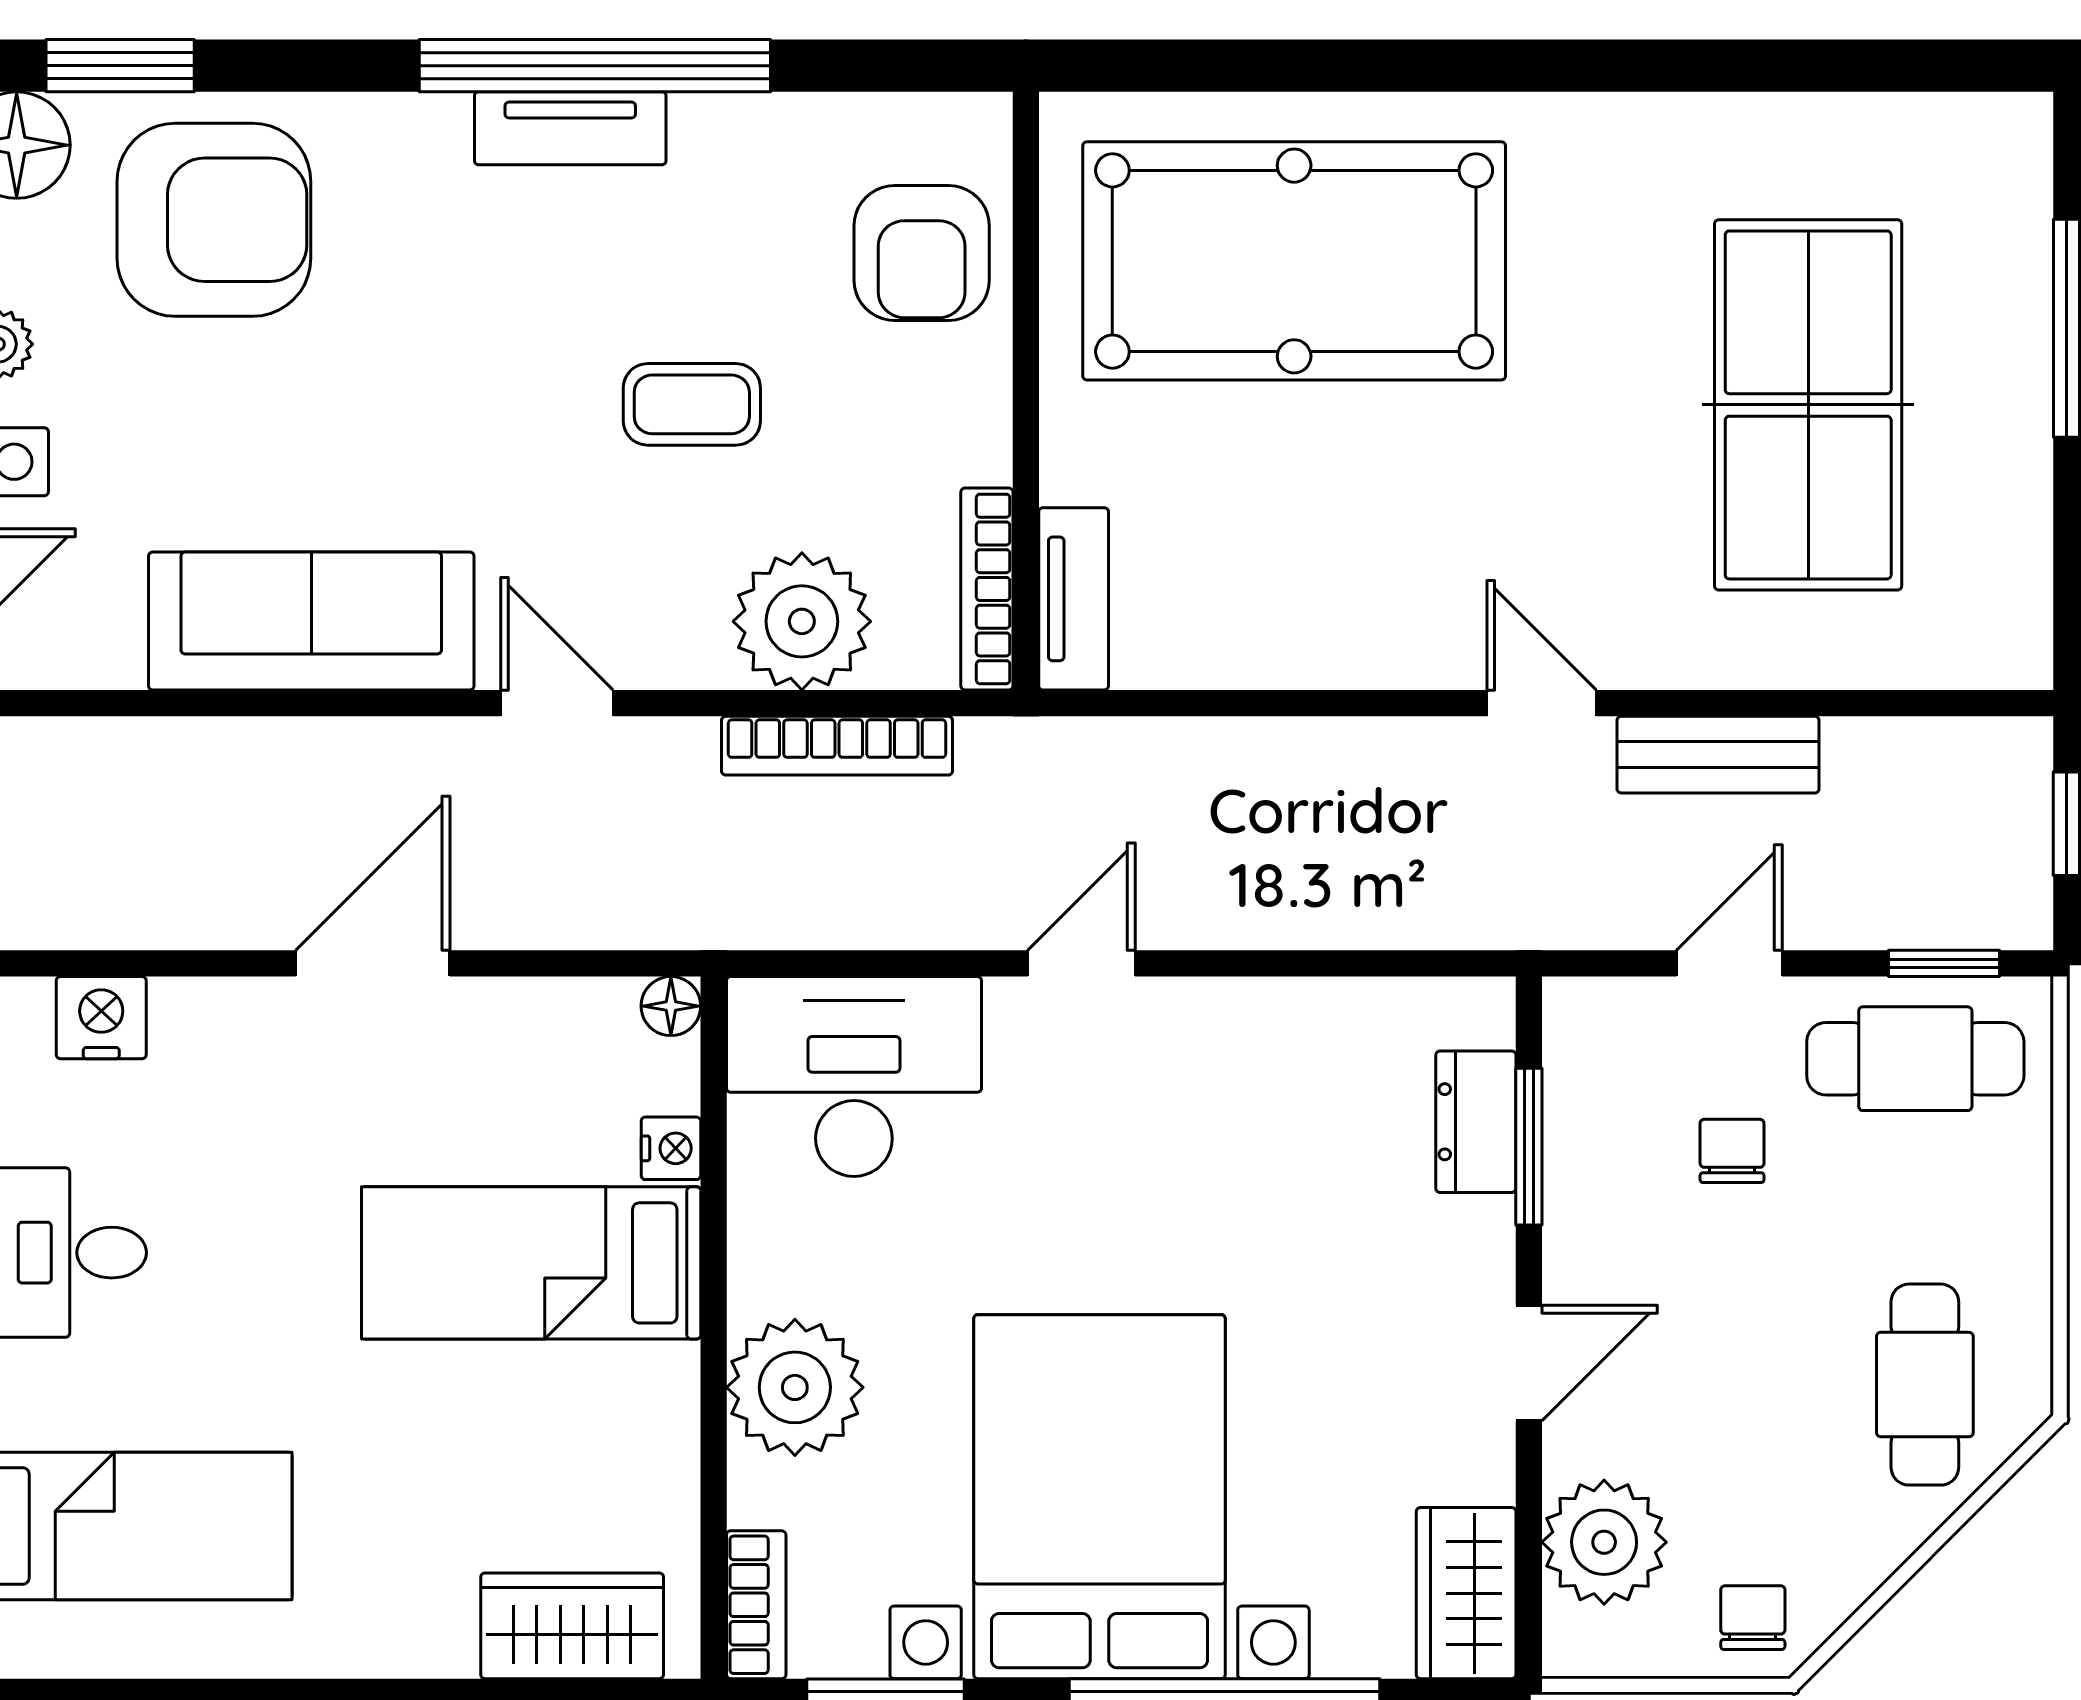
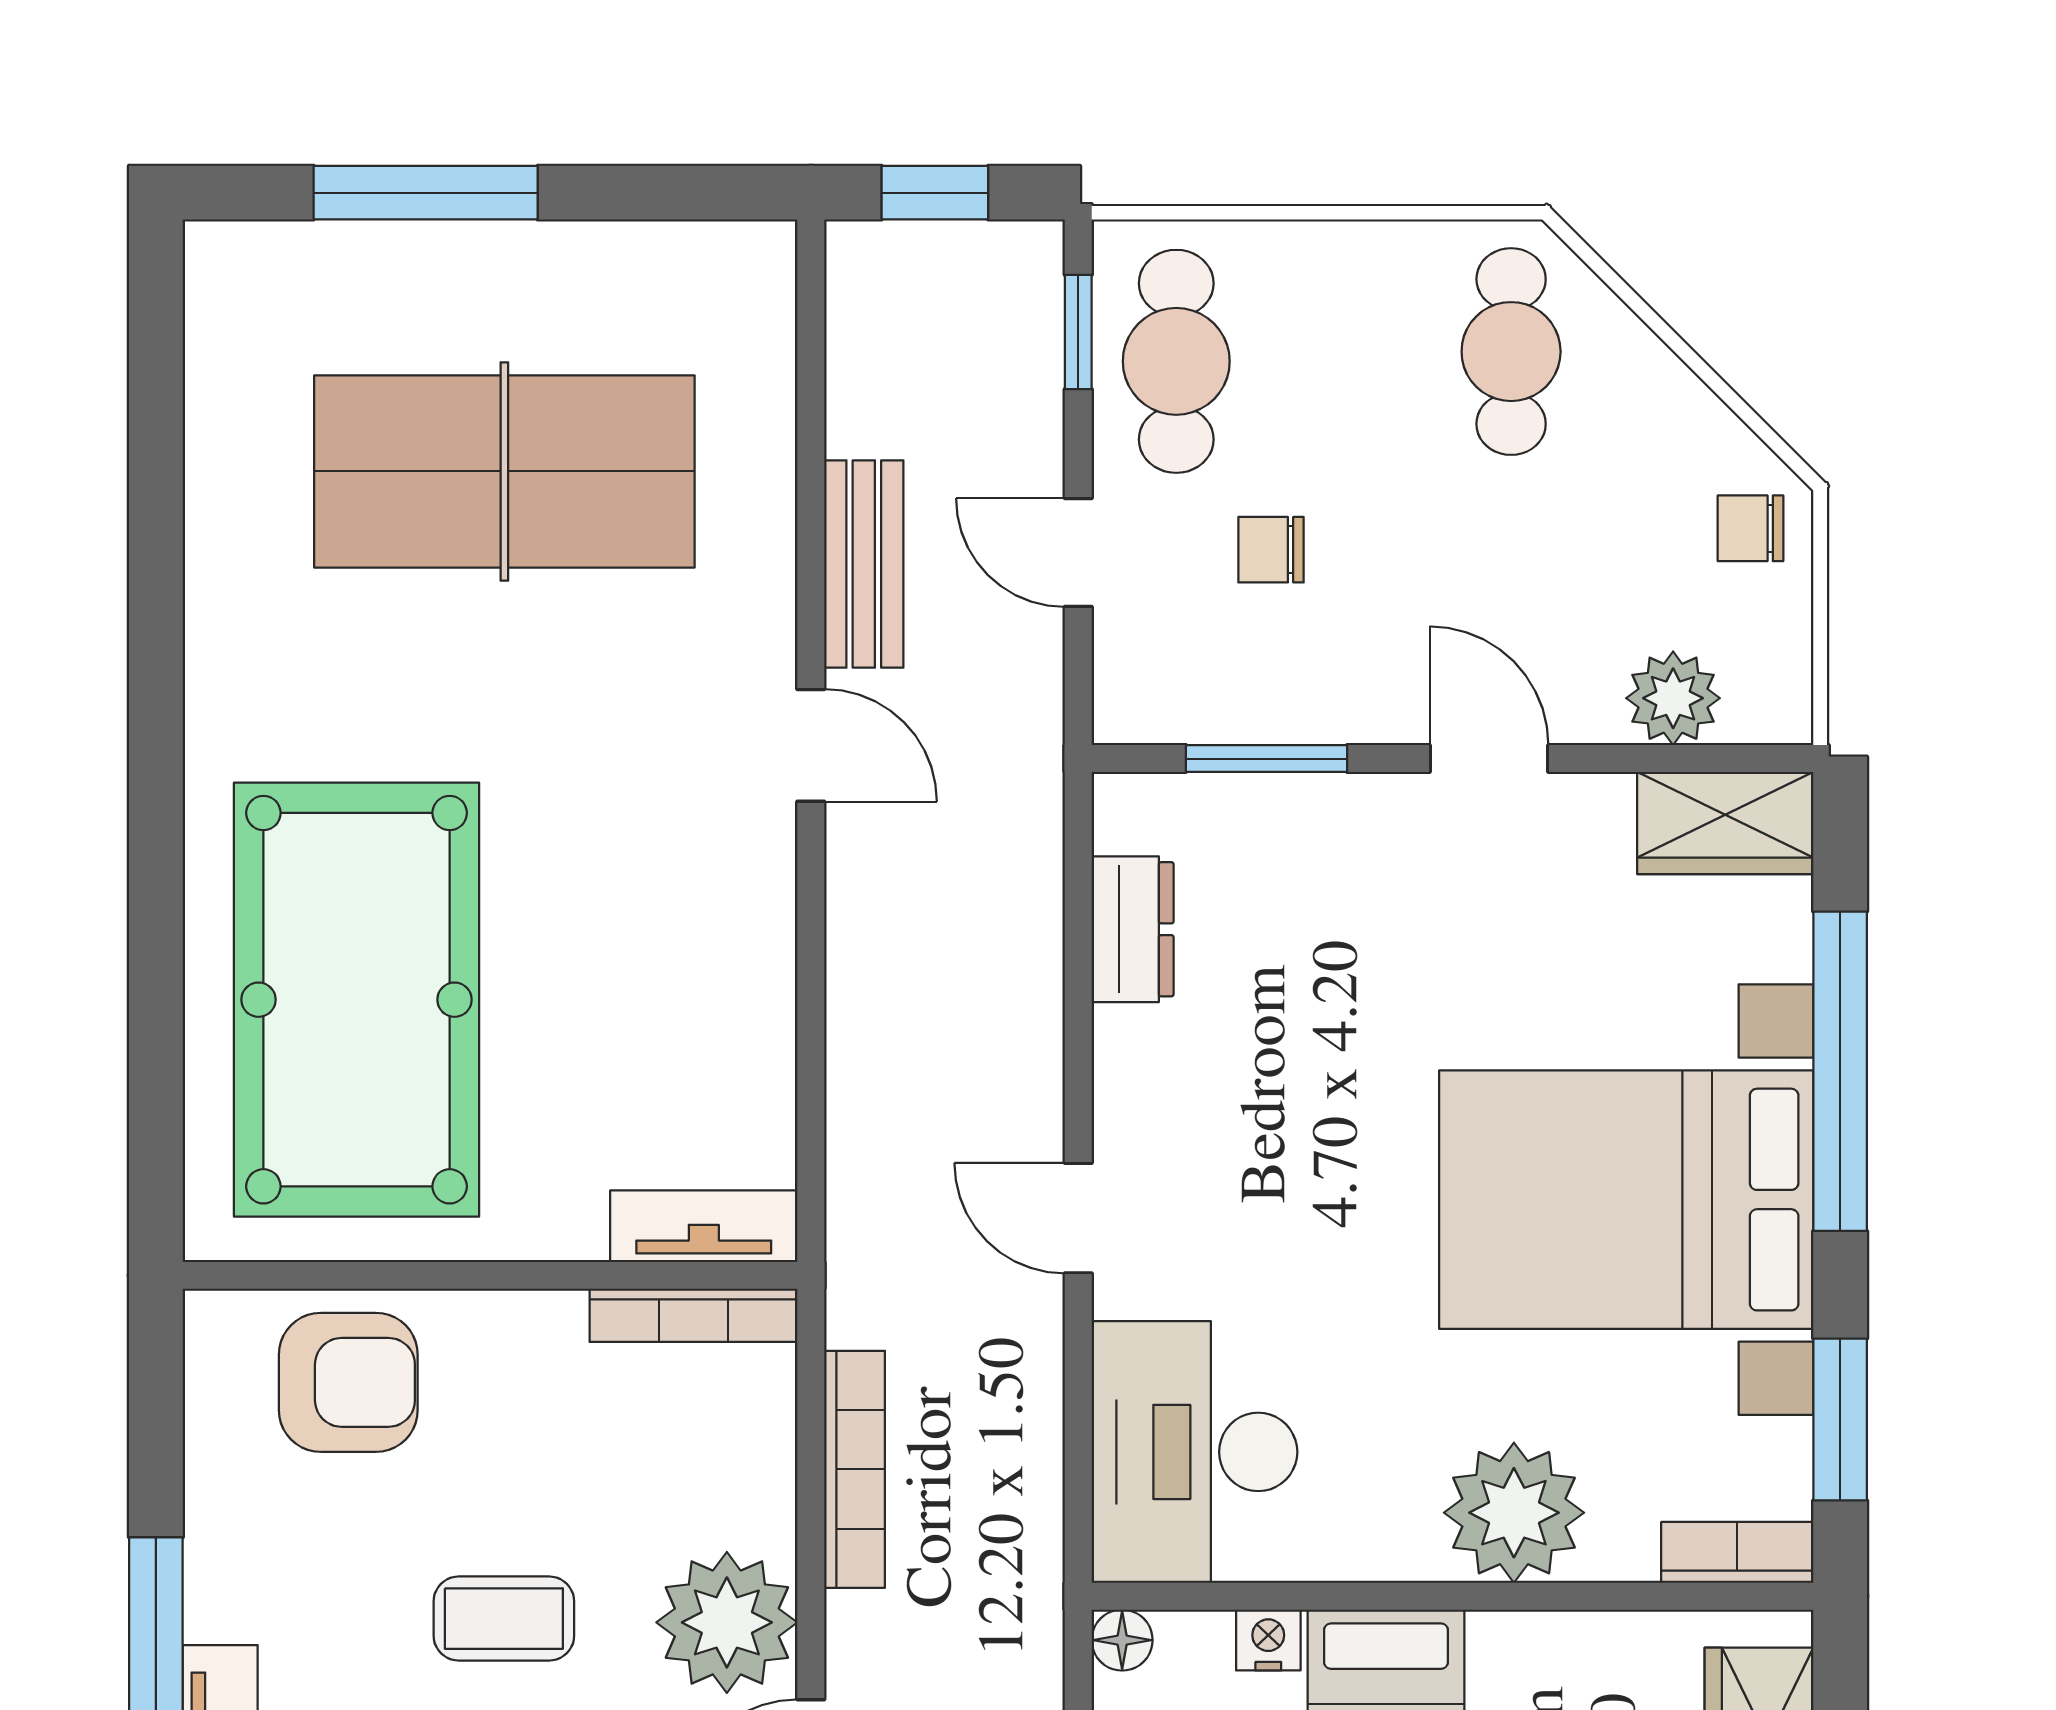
coffee table: (692, 404) -> (504, 1619), turned 90
plant: (802, 621) -> (727, 1622), moved
door: (1542, 703) -> (811, 745), swing flipped
dresser: (1476, 1122) -> (1133, 929), moved, turned -90
cafe table: (1925, 1385) -> (1511, 352), turned 90
plant: (1604, 1542) -> (1673, 698), width x0.73, depth x0.73

